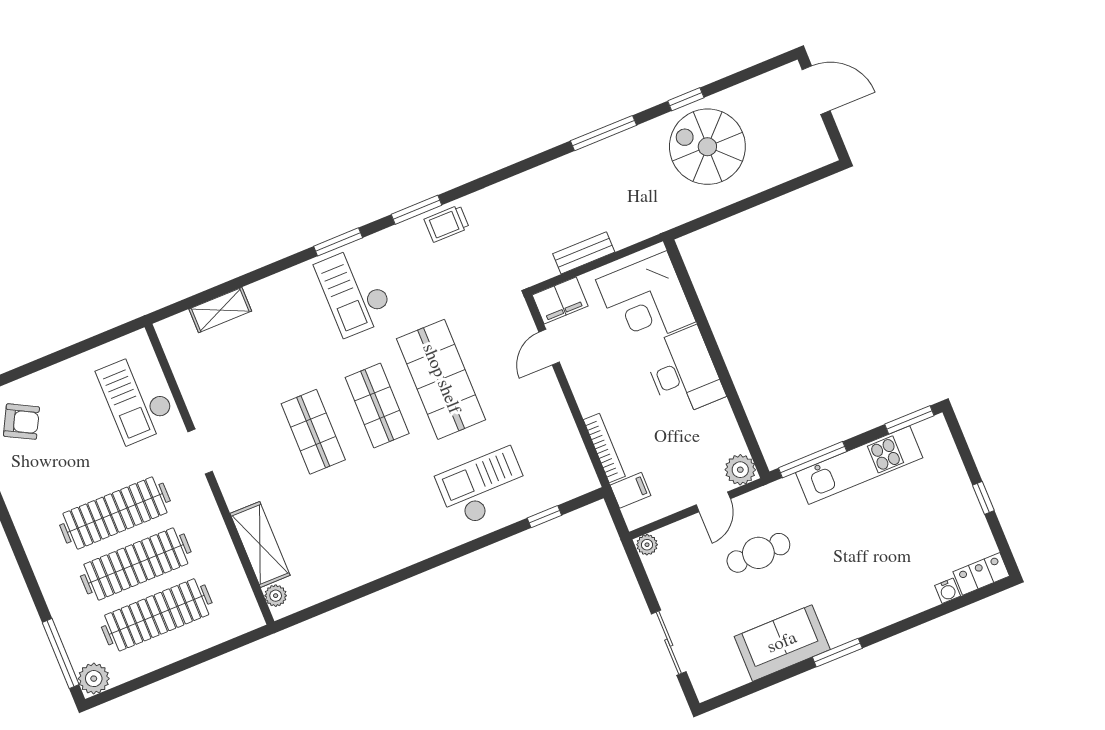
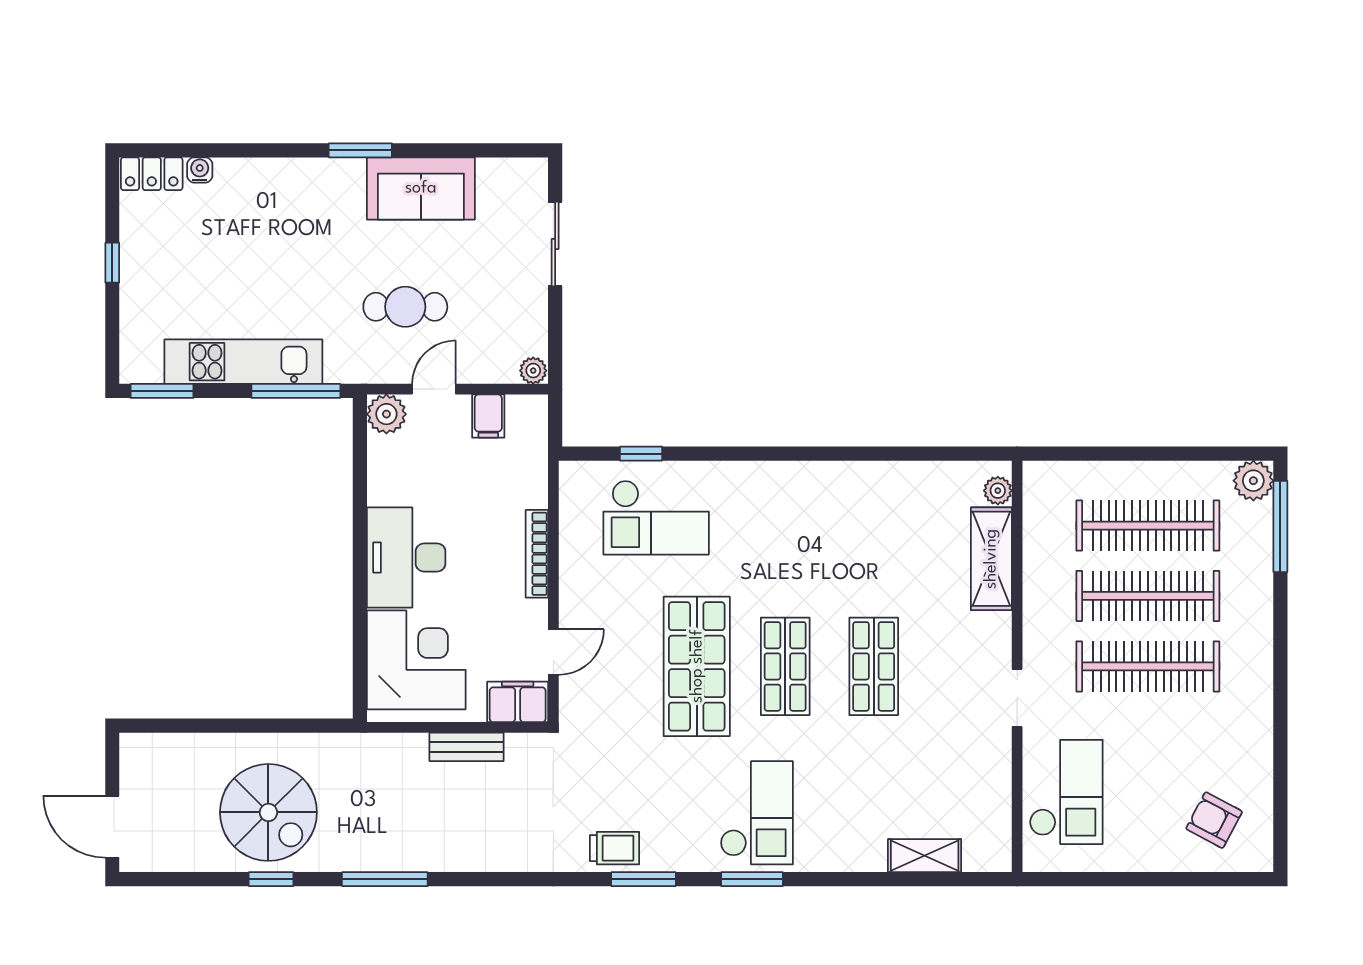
bookcase: (604, 448) -> (537, 554), moved
checkout: (483, 487) -> (656, 517), moved
filing cabinet: (630, 490) -> (488, 416), moved, turned -90

